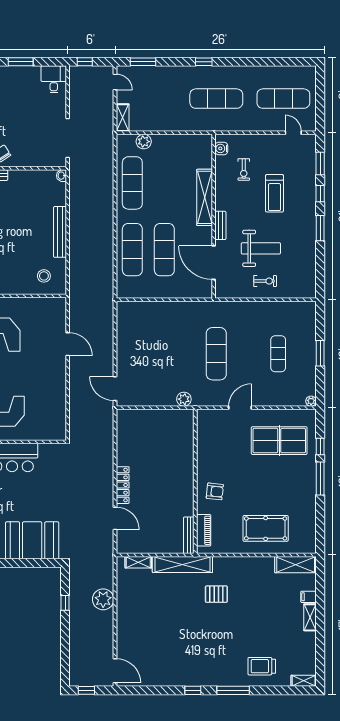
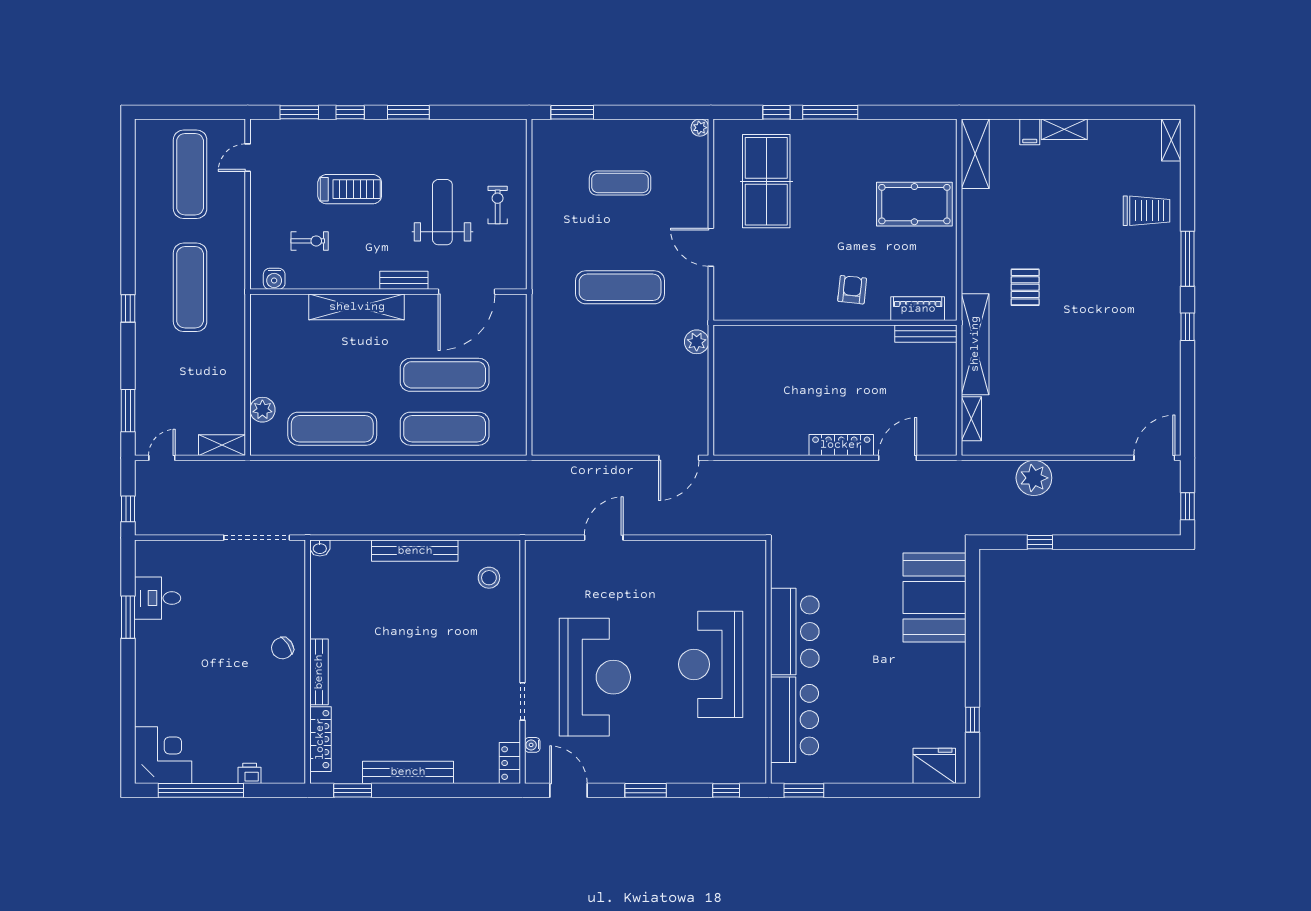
desk: (54, 79) -> (158, 598), moved
window: (320, 353) -> (572, 112), moved
pool table: (266, 528) -> (914, 204), turned 90
trolley: (262, 666) -> (1147, 211), turned -90

